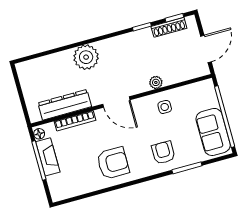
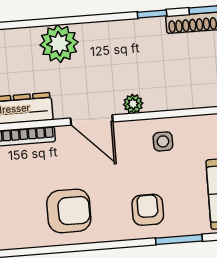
plant: (156, 82) -> (133, 104), moved

